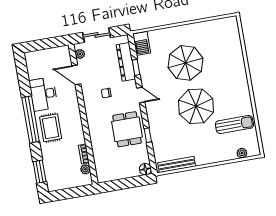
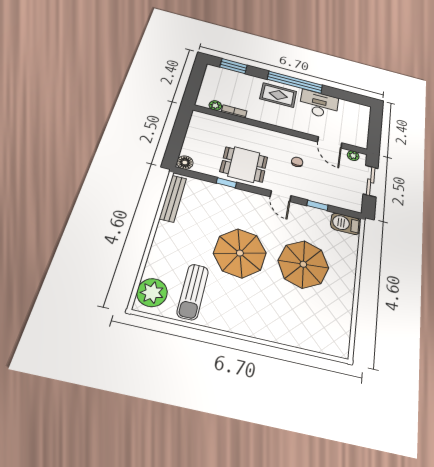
dresser: (126, 62) -> (328, 197), removed
door: (76, 75) -> (330, 142), swing flipped
door: (141, 95) -> (281, 196), hinge flipped
plant: (242, 153) -> (152, 293), width x1.88, depth x1.88

